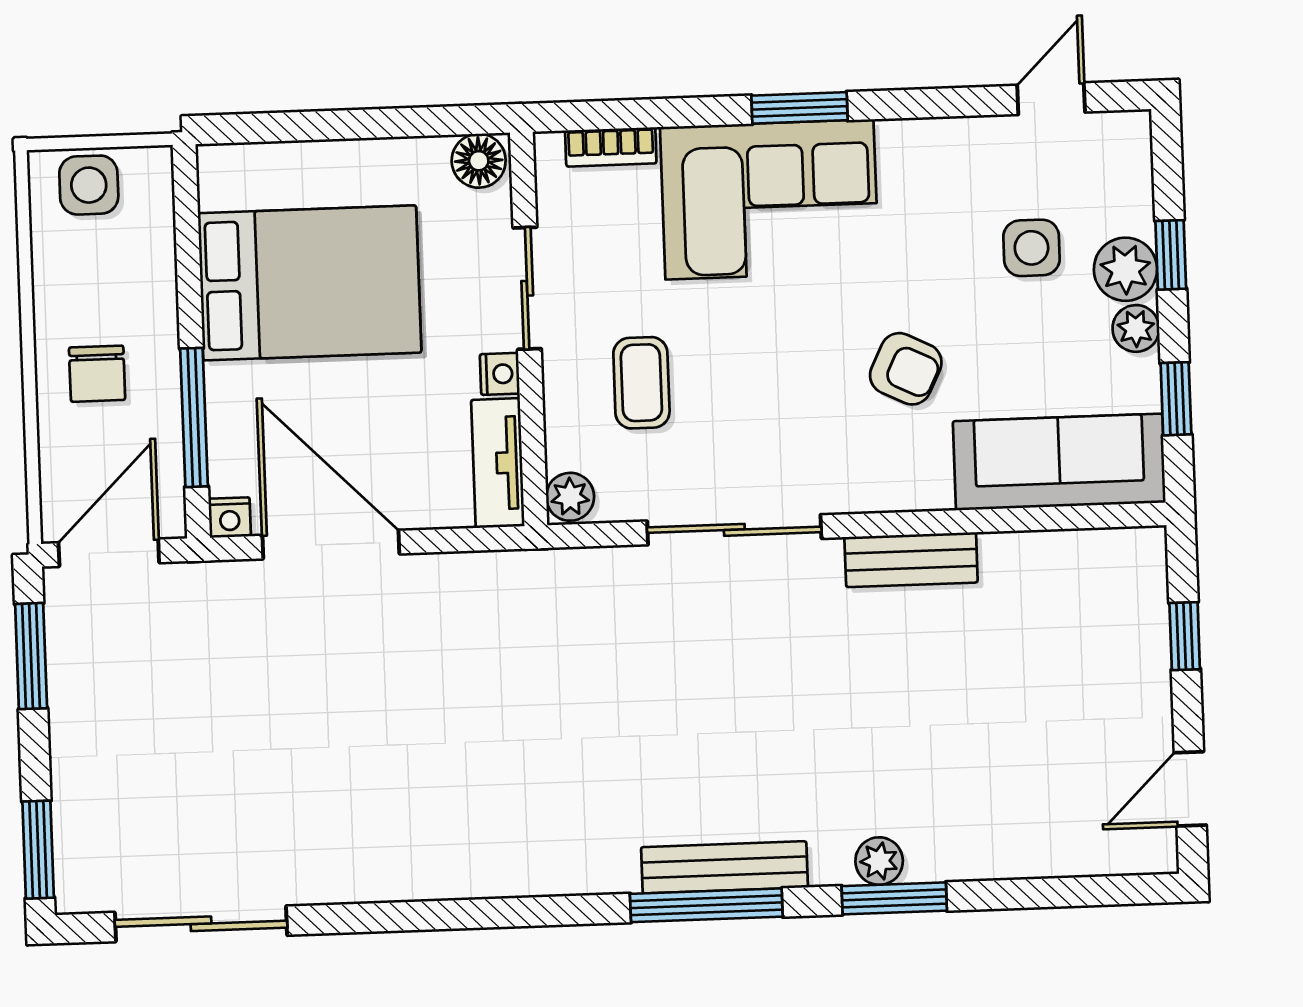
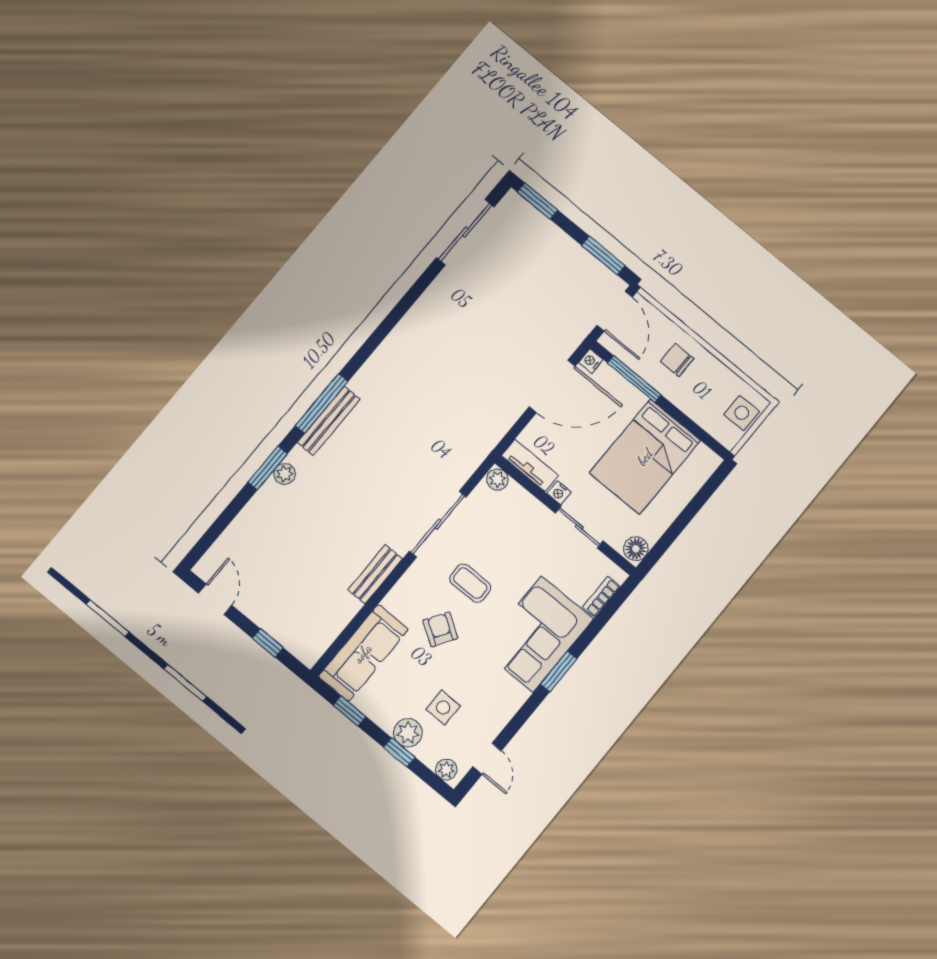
plant: (1136, 328) -> (446, 770), moved
armchair: (906, 369) -> (440, 629), turned 97
coffee table: (641, 383) -> (470, 583), moved

